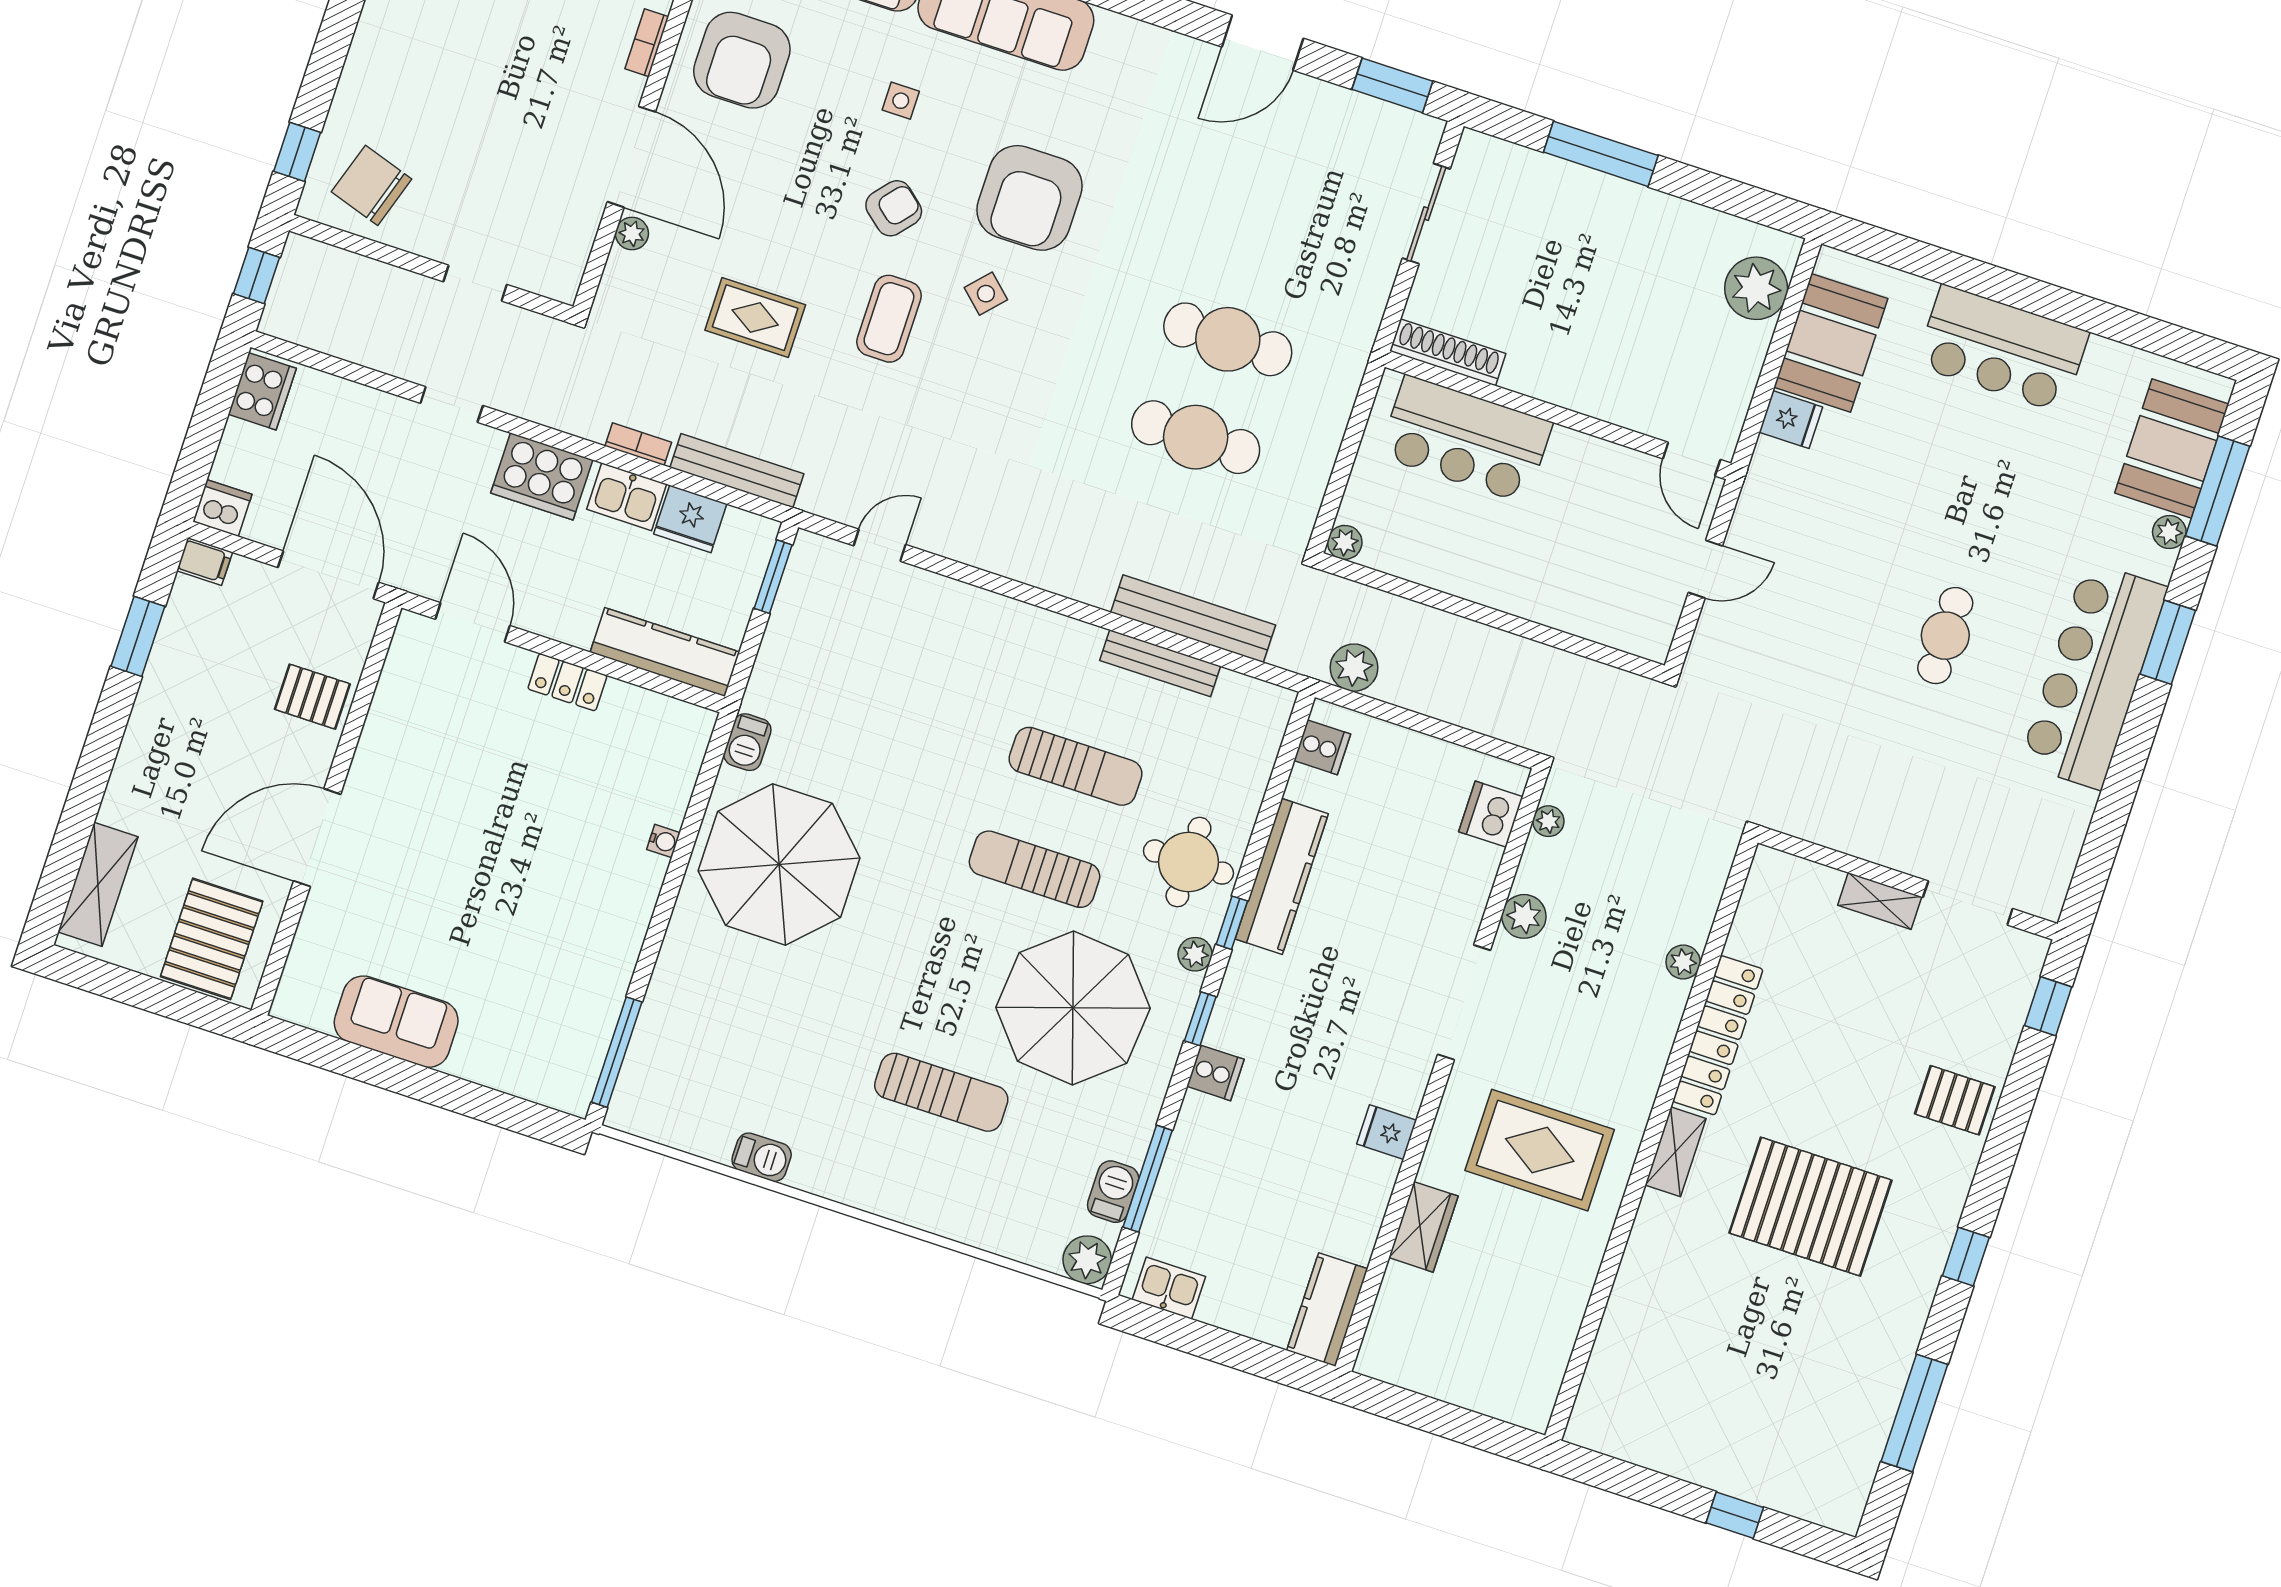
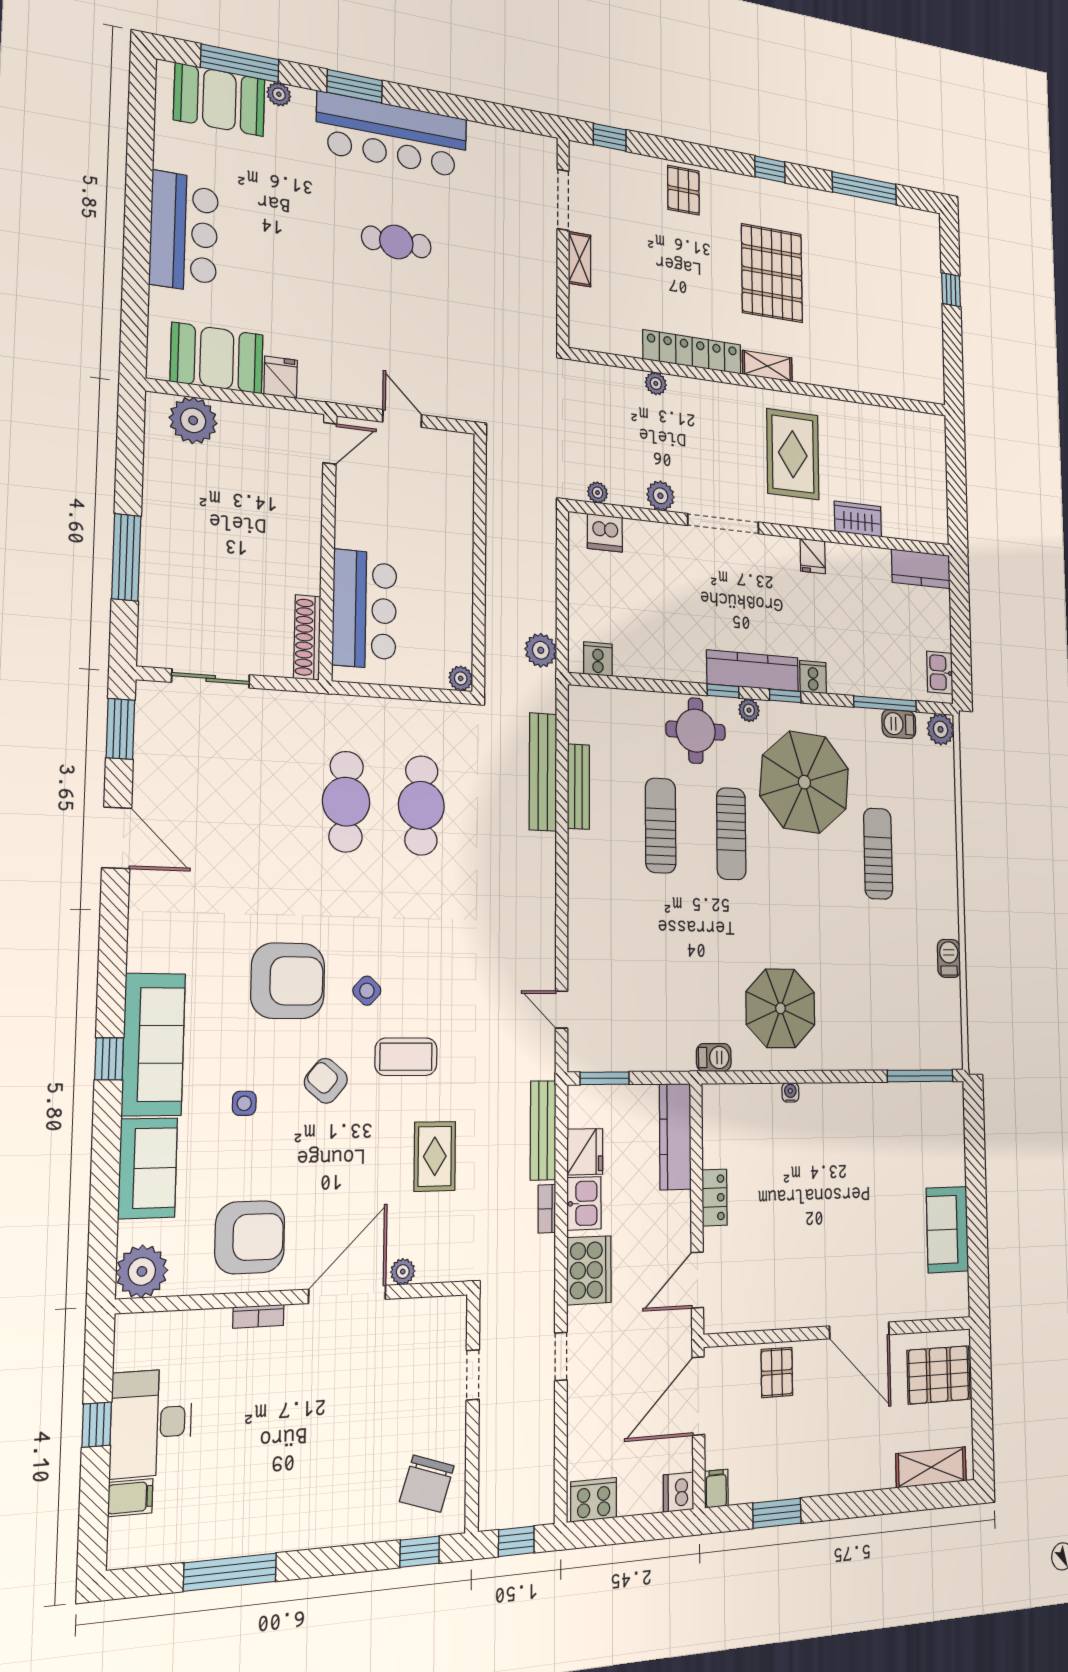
parasol: (779, 864) -> (780, 1008), width x0.73, depth x0.73
kitchen counter: (1282, 876) -> (753, 671), moved

